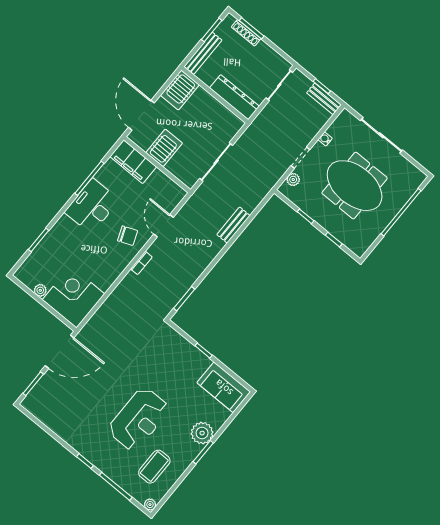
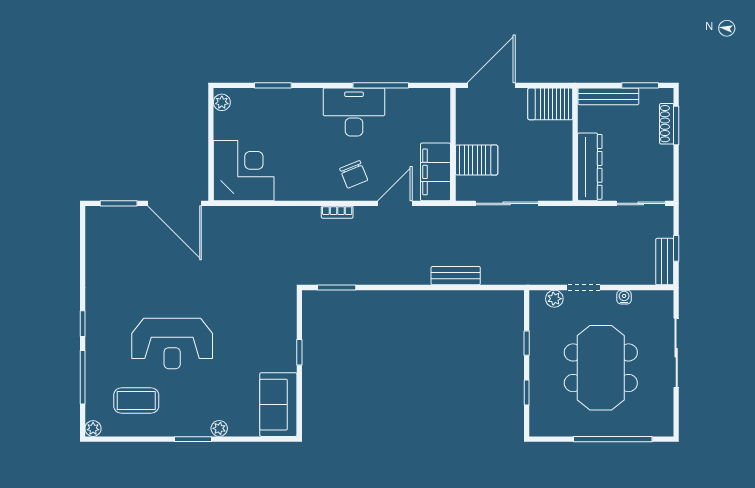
server rack: (164, 148) -> (477, 160), moved
filing cabinet: (133, 162) -> (436, 172), moved
plant: (40, 290) -> (222, 102), moved
plant: (202, 433) -> (219, 428), width x0.53, depth x0.53

